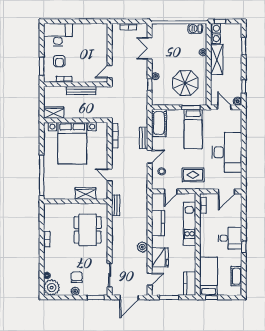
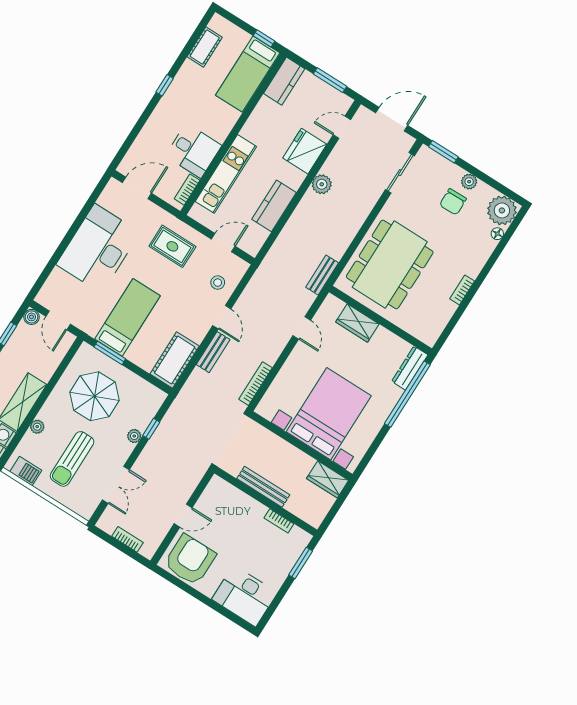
sun lounger: (177, 48) -> (72, 459), added
armchair: (59, 61) -> (190, 560), moved, width x1.88, depth x1.88
door: (110, 72) -> (183, 516), moved
door: (150, 157) -> (222, 317), swing flipped
dresser: (48, 188) -> (410, 368), added
dining table: (88, 230) -> (390, 264), width x1.36, depth x1.24
desk: (230, 238) -> (193, 151), moved, turned 180

